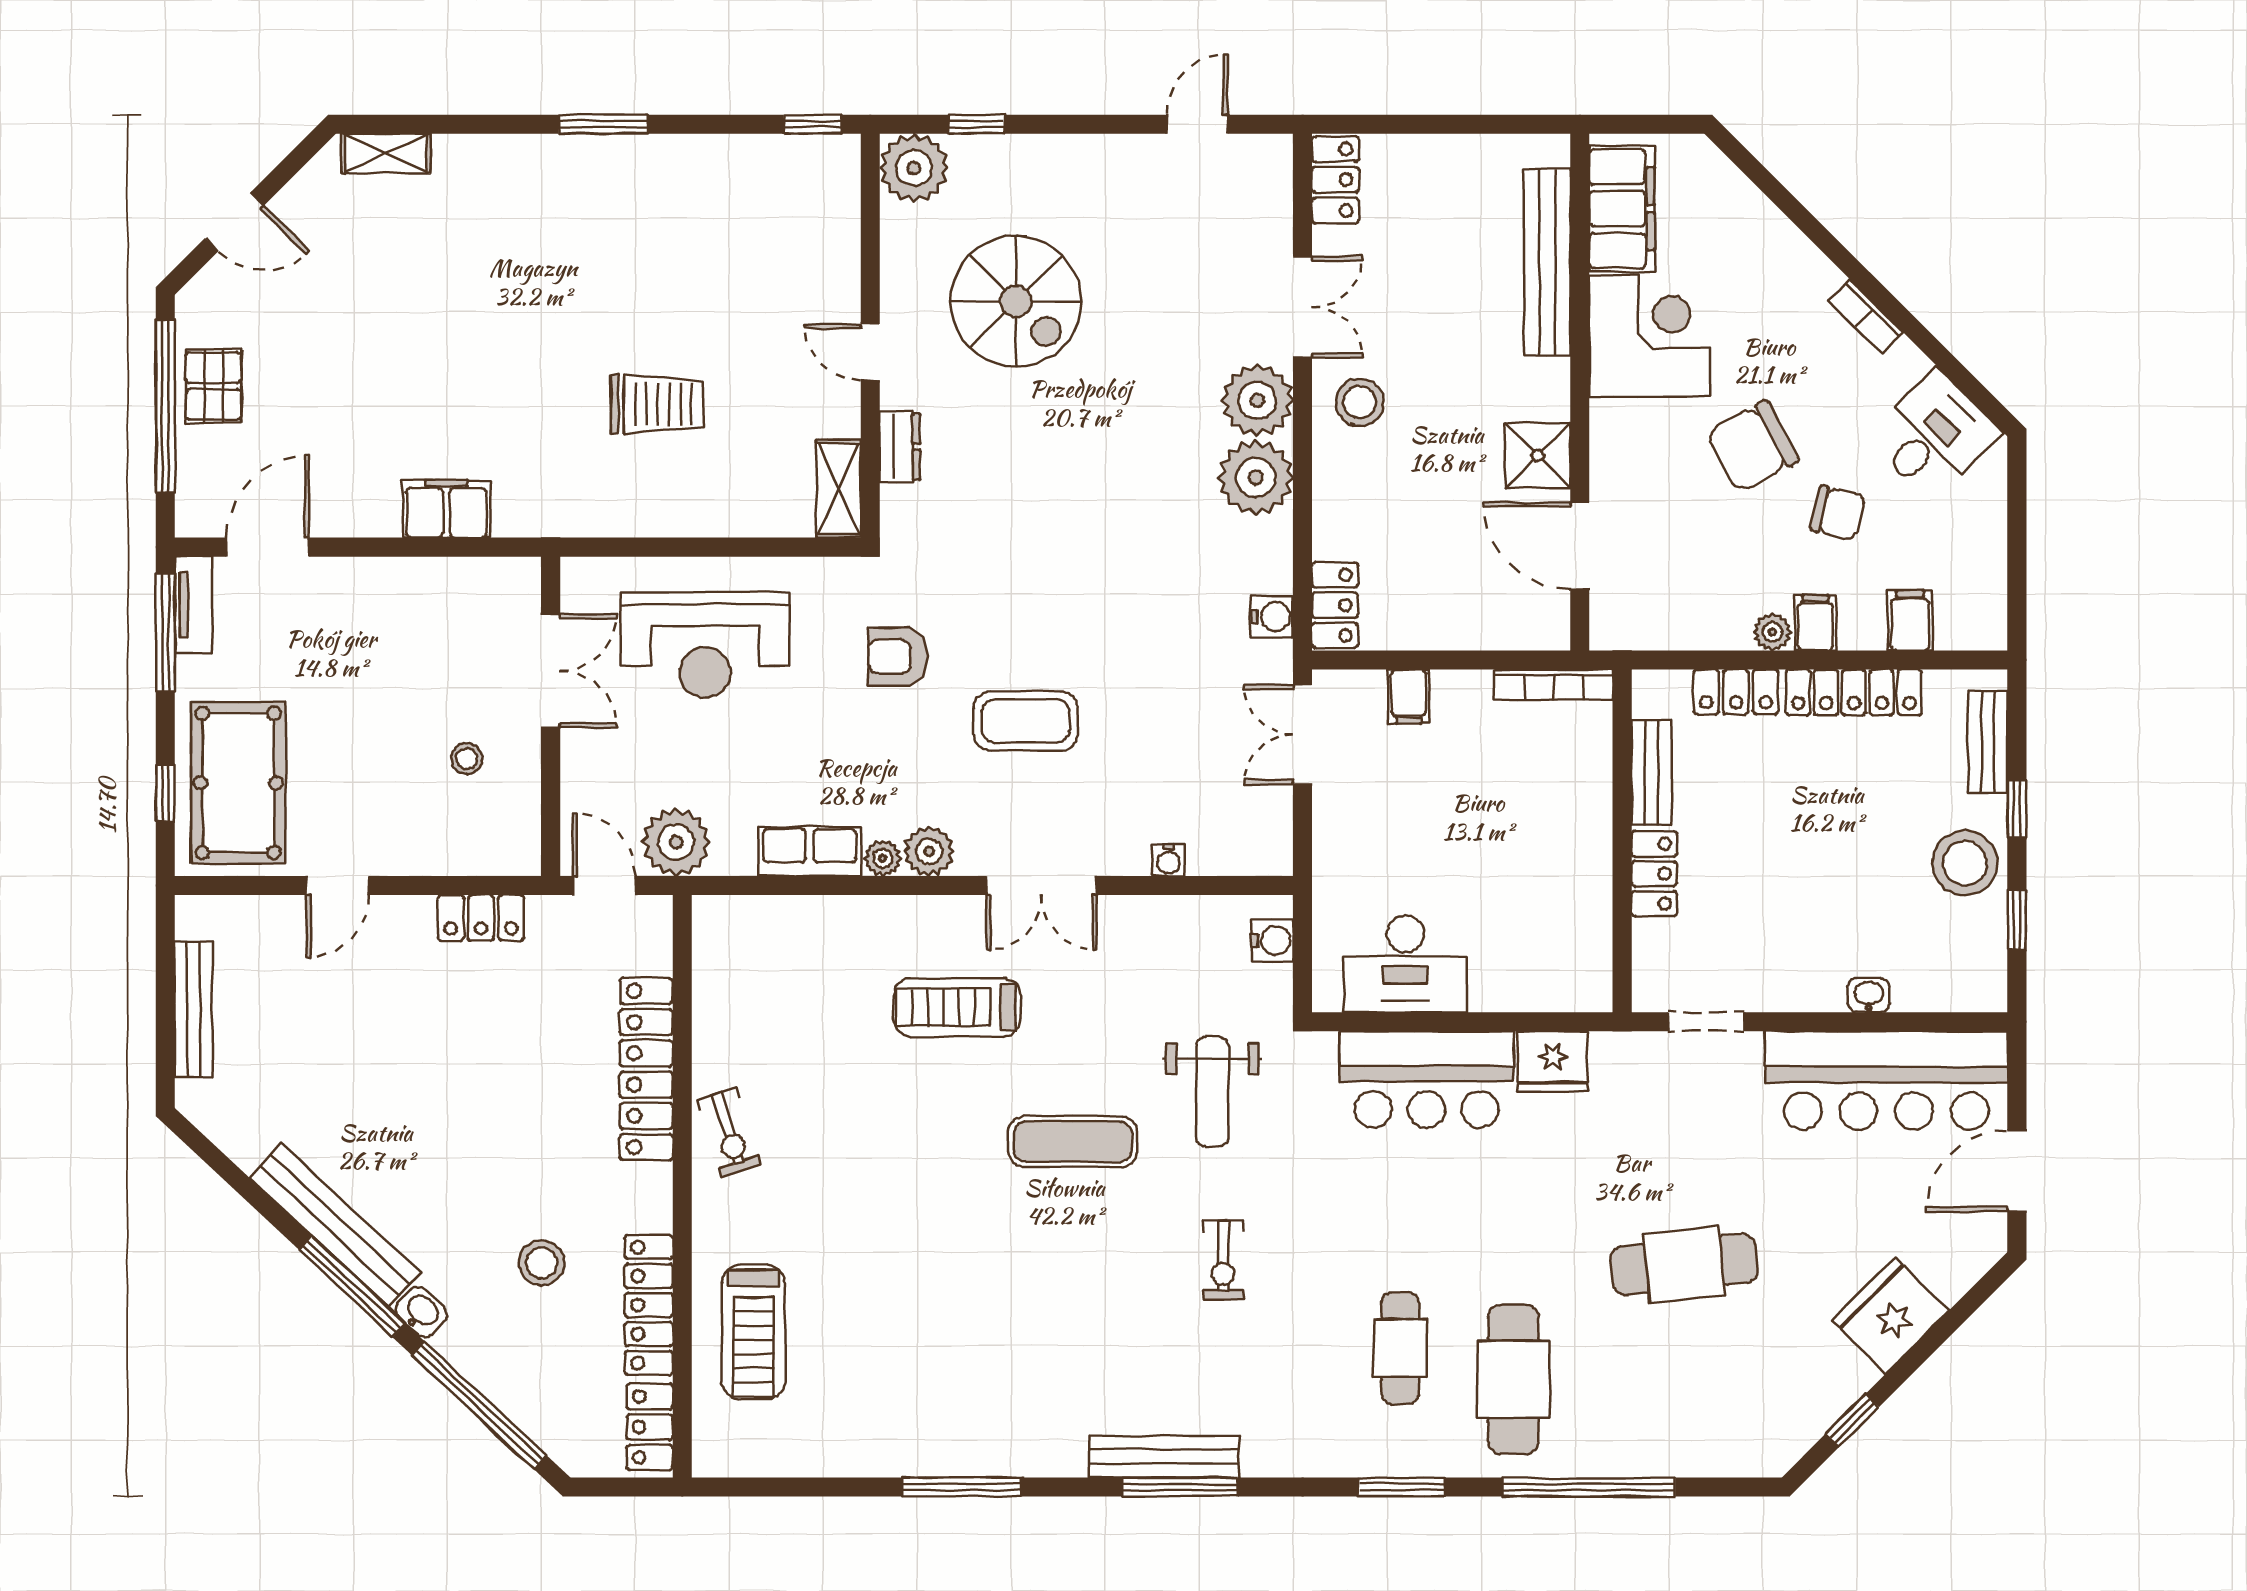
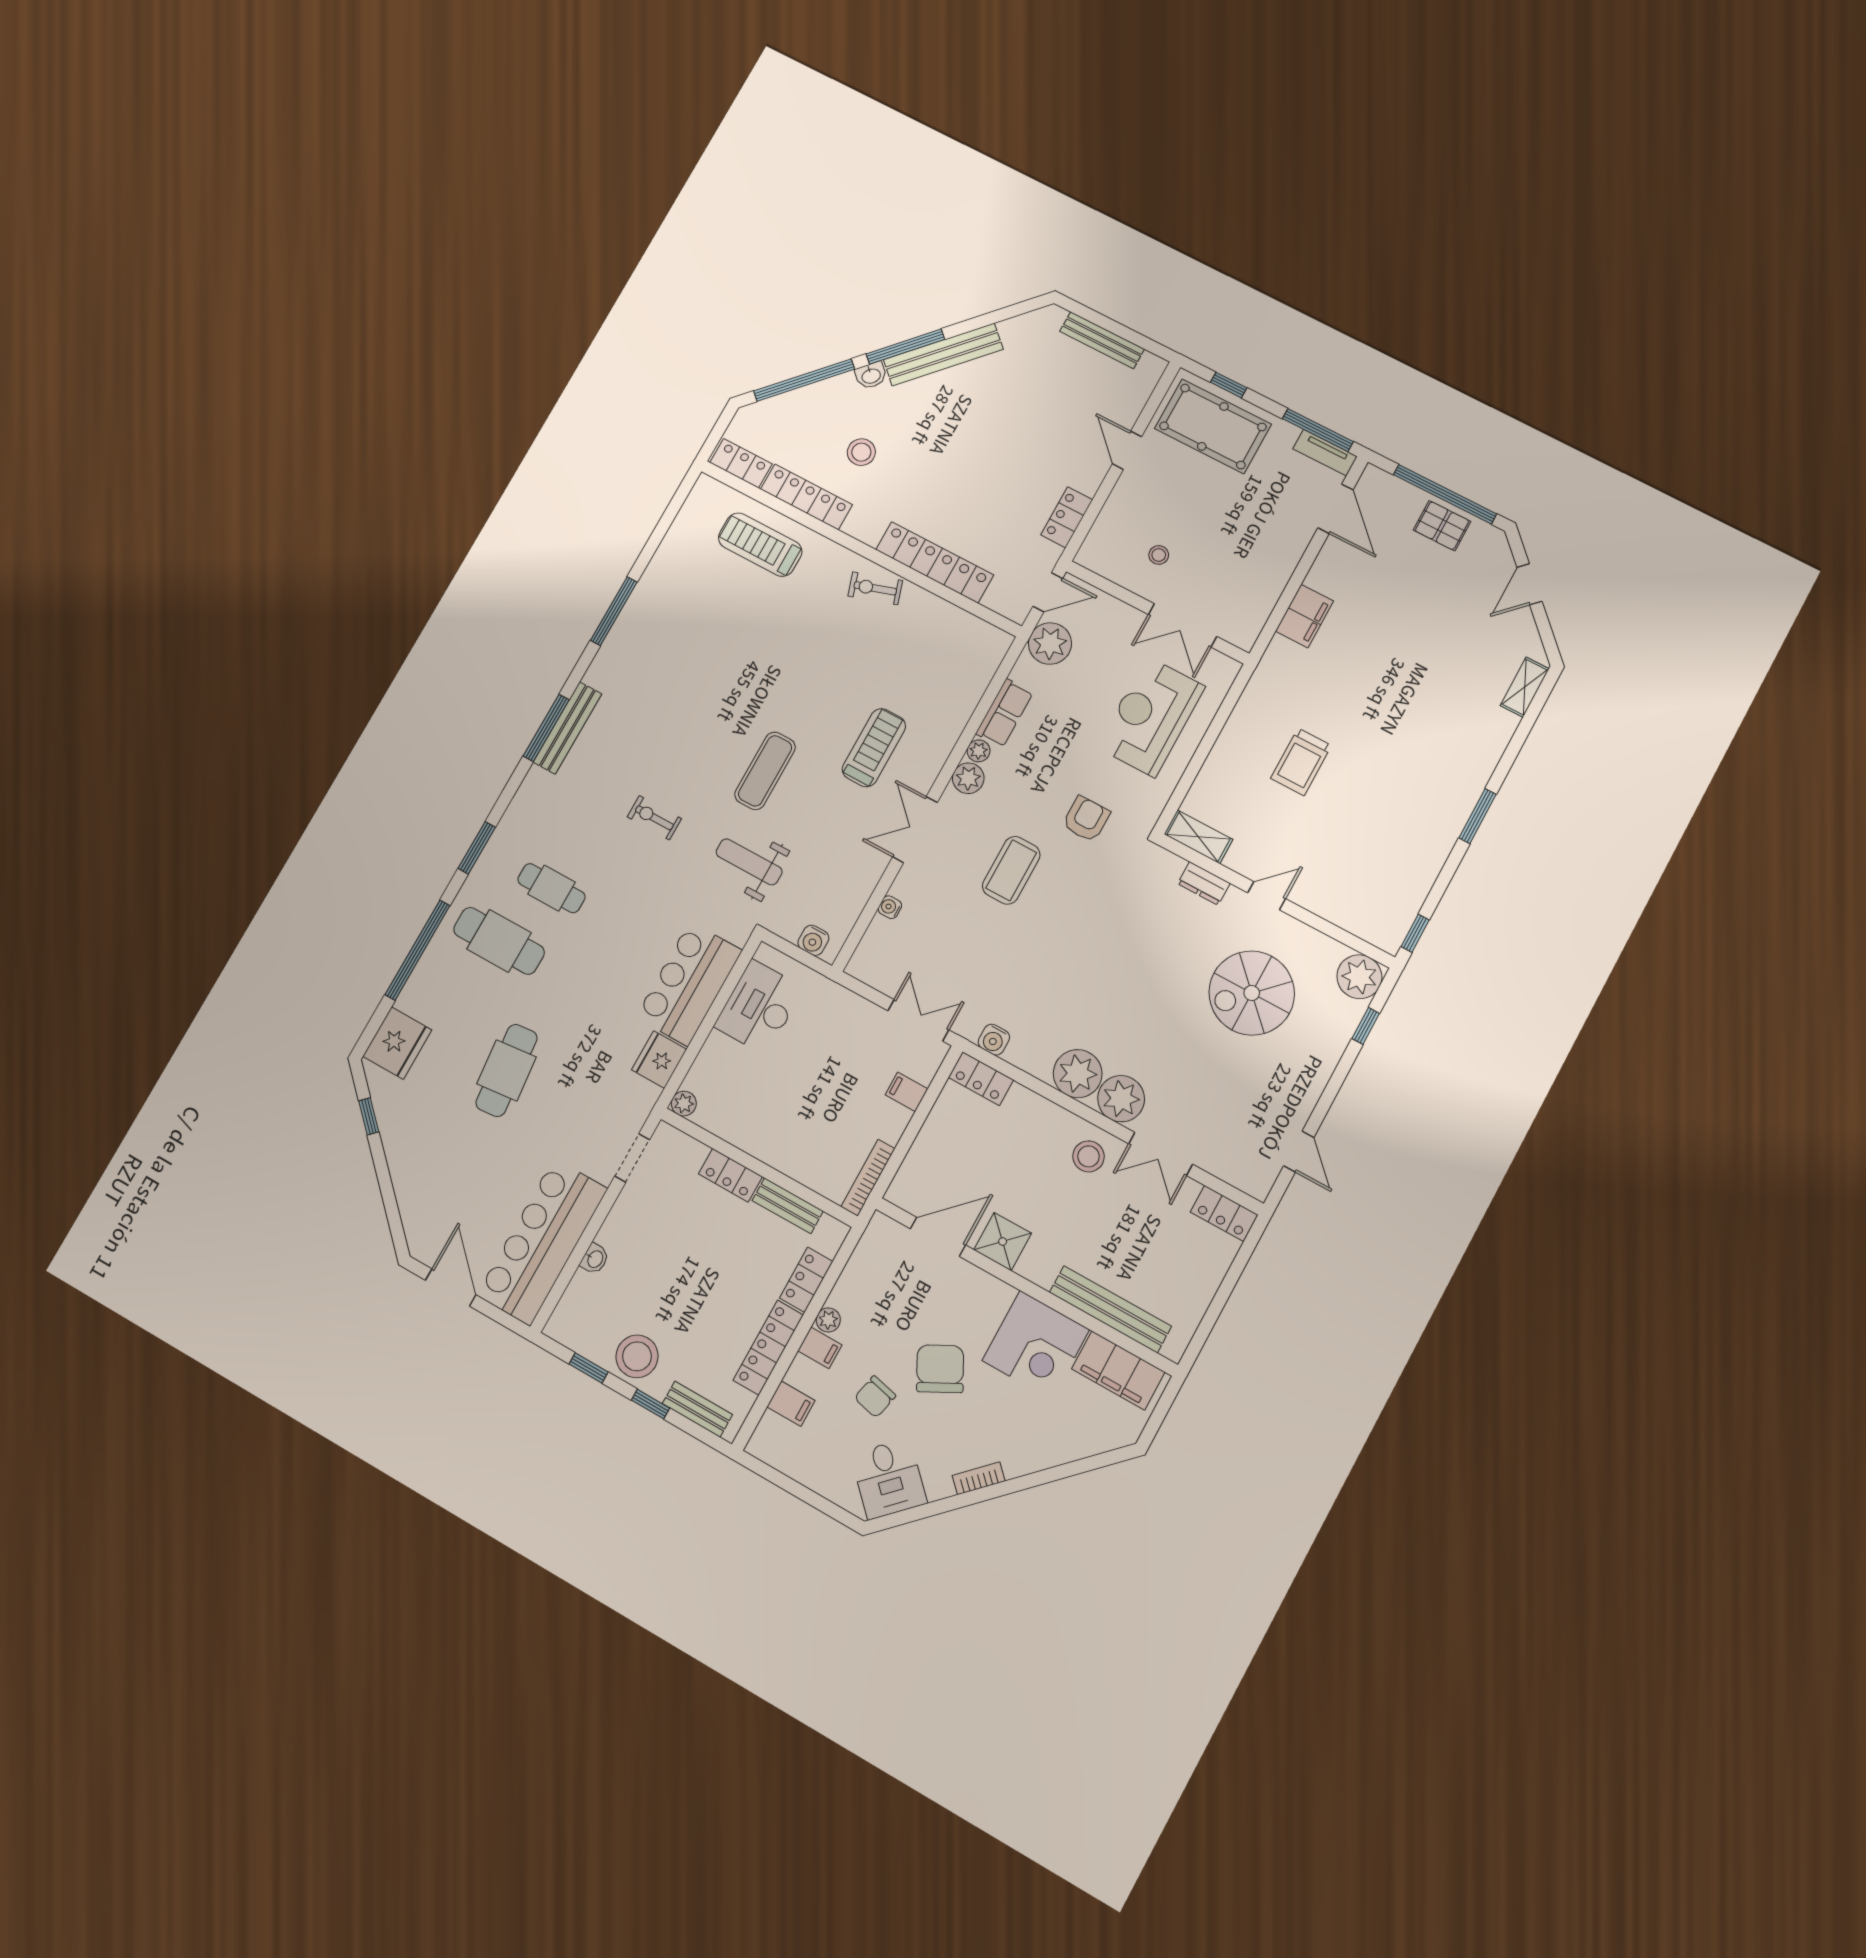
plant: (1593, 993) -> (684, 1104), added
fridge: (1890, 1316) -> (397, 1043), moved, turned 45

